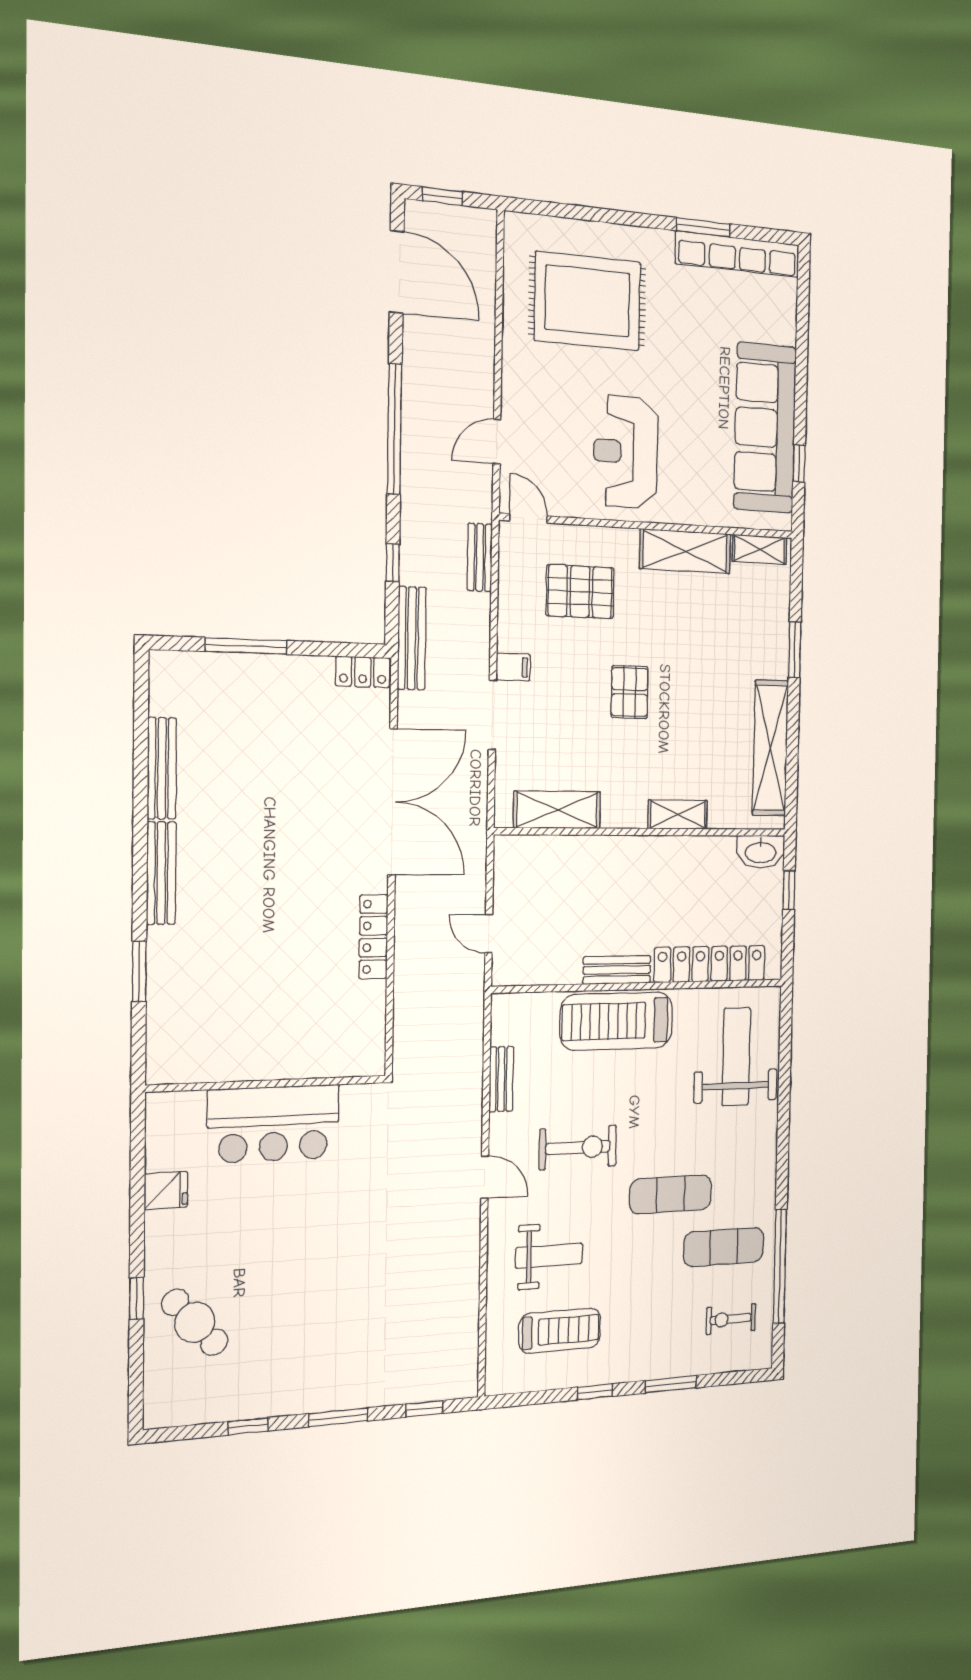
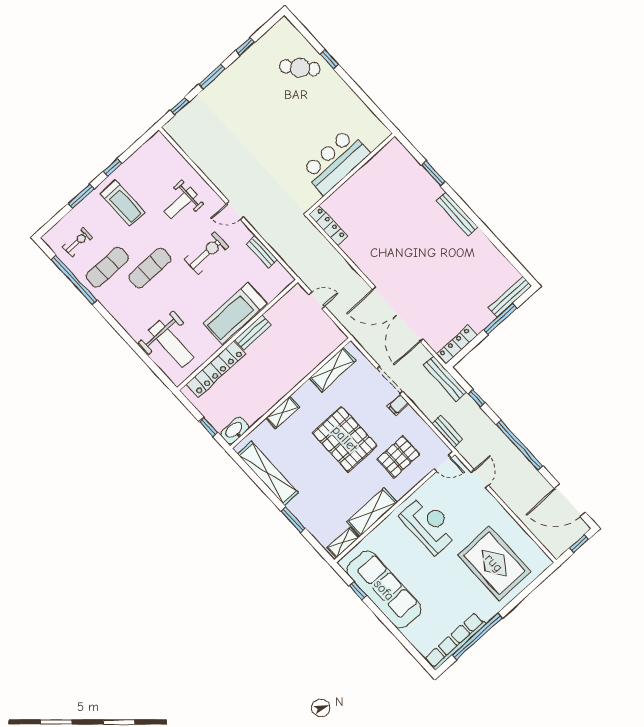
window: (703, 227) -> (477, 637), width x2.11
rug: (588, 301) -> (494, 563), turned 90
locker: (363, 672) -> (457, 345), width x1.53
pallet: (630, 692) -> (345, 439), width x2.05, depth x2.00
bench: (162, 768) -> (510, 297), moved, turned 90
locker: (373, 937) -> (328, 225), moved
treadmill: (616, 1021) -> (235, 313), turned 180
exercise bike: (578, 1148) -> (207, 253), turned 180
fridge: (166, 1190) -> (353, 106), removed
treadmill: (560, 1331) -> (122, 203), moved, turned -90

